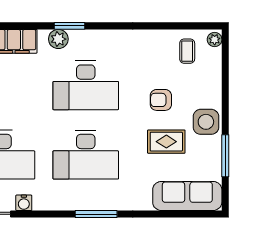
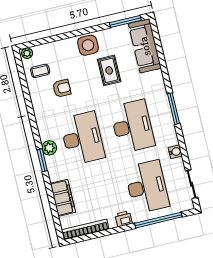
plant: (58, 39) -> (49, 148), moved
armchair: (161, 100) -> (62, 88), moved, turned -90
window: (225, 156) -> (125, 22), moved
water cooler: (24, 203) -> (175, 152), moved

